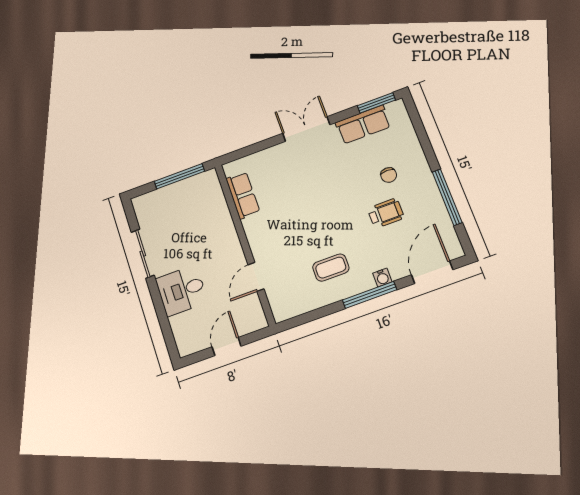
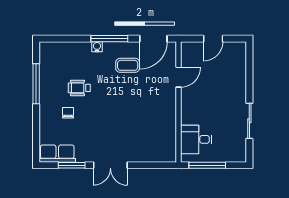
window: (376, 103) -> (72, 165), moved
row of seats: (363, 125) -> (57, 154), moved
row of seats: (243, 195) -> (169, 136), removed
door: (432, 272) -> (153, 39), moved
desk: (182, 291) -> (196, 139), moved, turned 180

